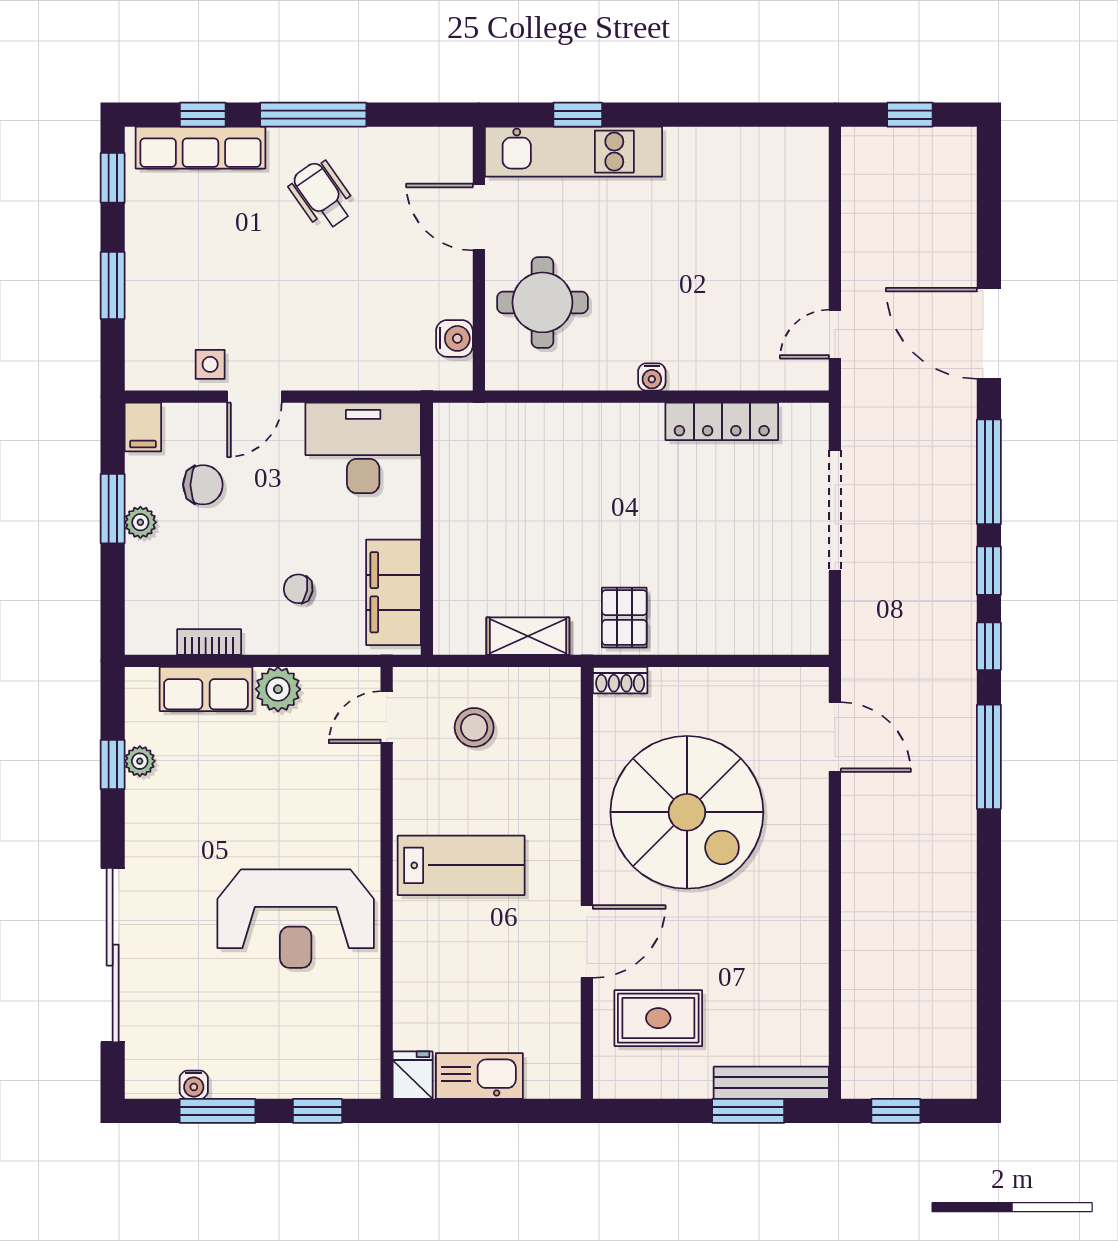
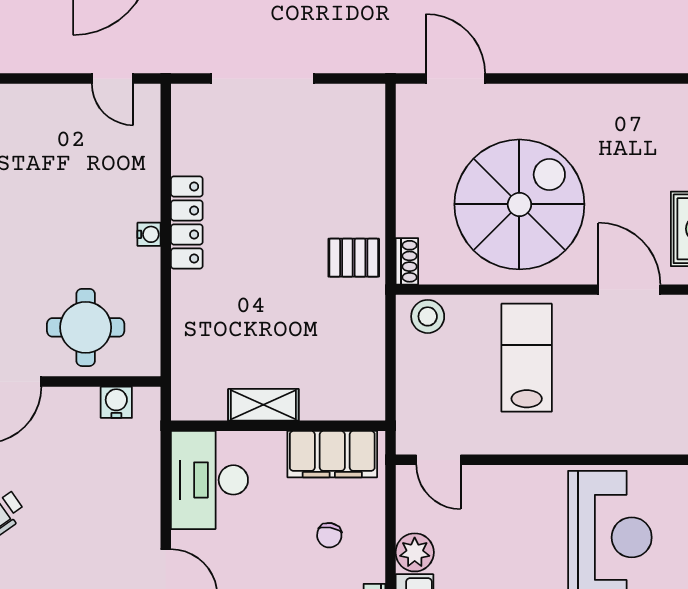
locker: (722, 421) -> (187, 222), moved
shelving: (528, 636) -> (263, 405), moved, turned 90
stool: (474, 727) -> (428, 316), moved
door: (835, 737) -> (455, 79), hinge flipped
lab bench: (461, 865) -> (527, 358), moved

